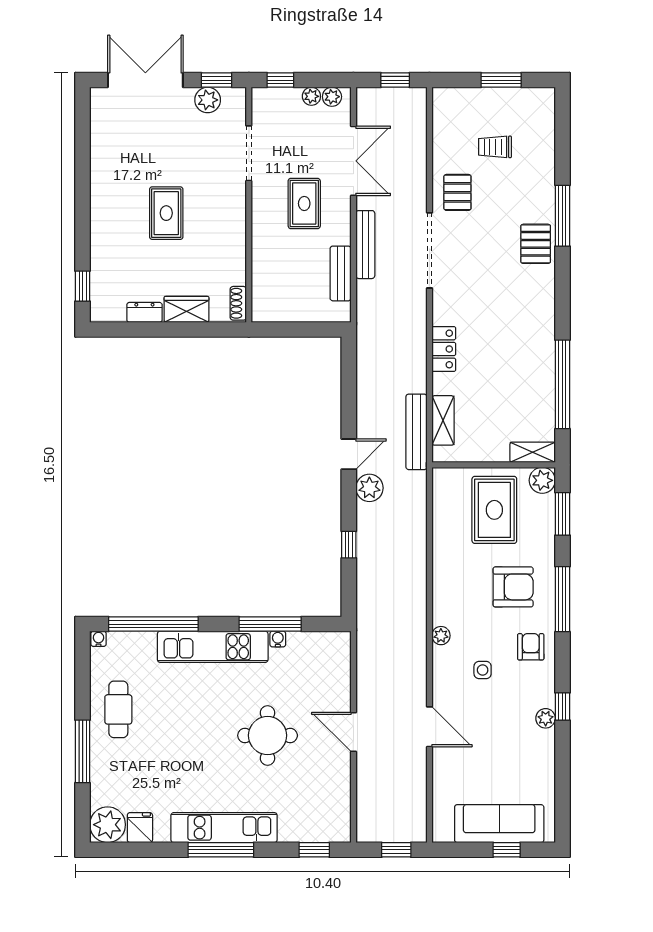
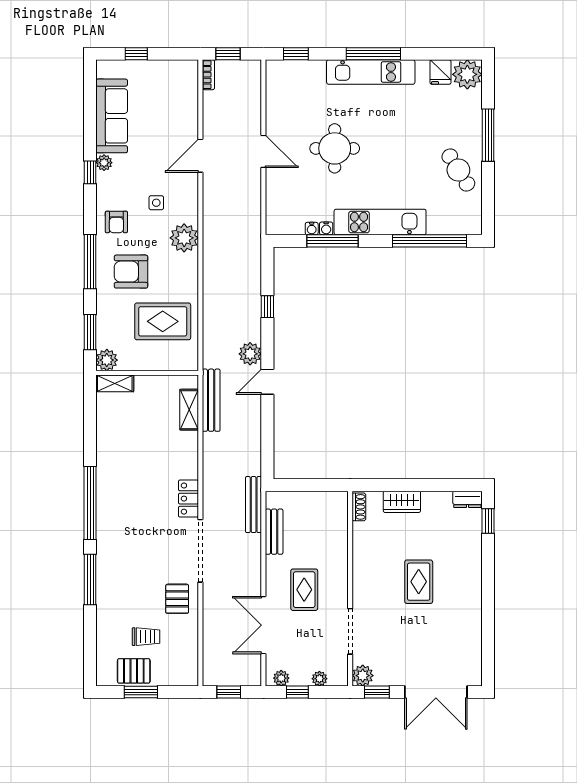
window: (280, 80) -> (297, 692), moved
plant: (311, 96) -> (319, 679), moved
plant: (208, 100) -> (363, 676), moved
pallet: (536, 244) -> (134, 671), moved, turned 90
bench: (365, 245) -> (254, 505), moved
dresser: (144, 312) -> (467, 499), moved
locker: (444, 349) -> (188, 499), moved
window: (562, 384) -> (90, 503), moved
rug: (494, 510) -> (163, 321), moved, turned 90
plant: (441, 636) -> (184, 238), width x1.87, depth x1.87
water cooler: (98, 639) -> (312, 229), moved
cafe table: (118, 709) -> (458, 170), turned -32
door: (429, 727) -> (200, 156), hinge flipped
bookcase: (420, 824) -> (208, 75), added
sofa: (499, 824) -> (112, 116), moved, turned -90

